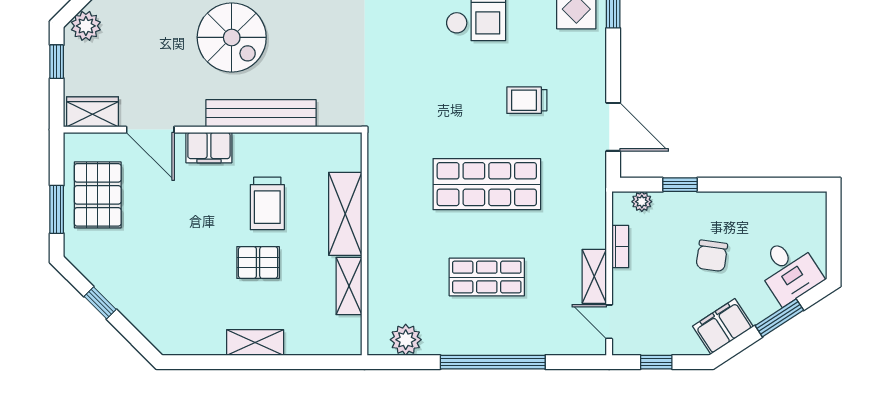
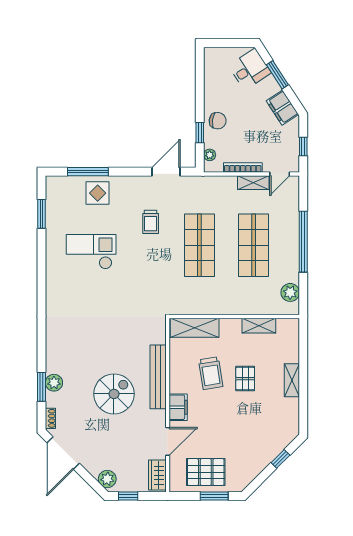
trolley: (267, 203) -> (211, 373), turned 81
shelving: (345, 214) -> (195, 328), moved
bookcase: (620, 247) -> (243, 167), width x1.56
chair: (712, 256) -> (218, 121), moved
shop shelf: (487, 277) -> (254, 245), width x1.43, depth x1.36
window: (100, 303) -> (280, 459), moved

